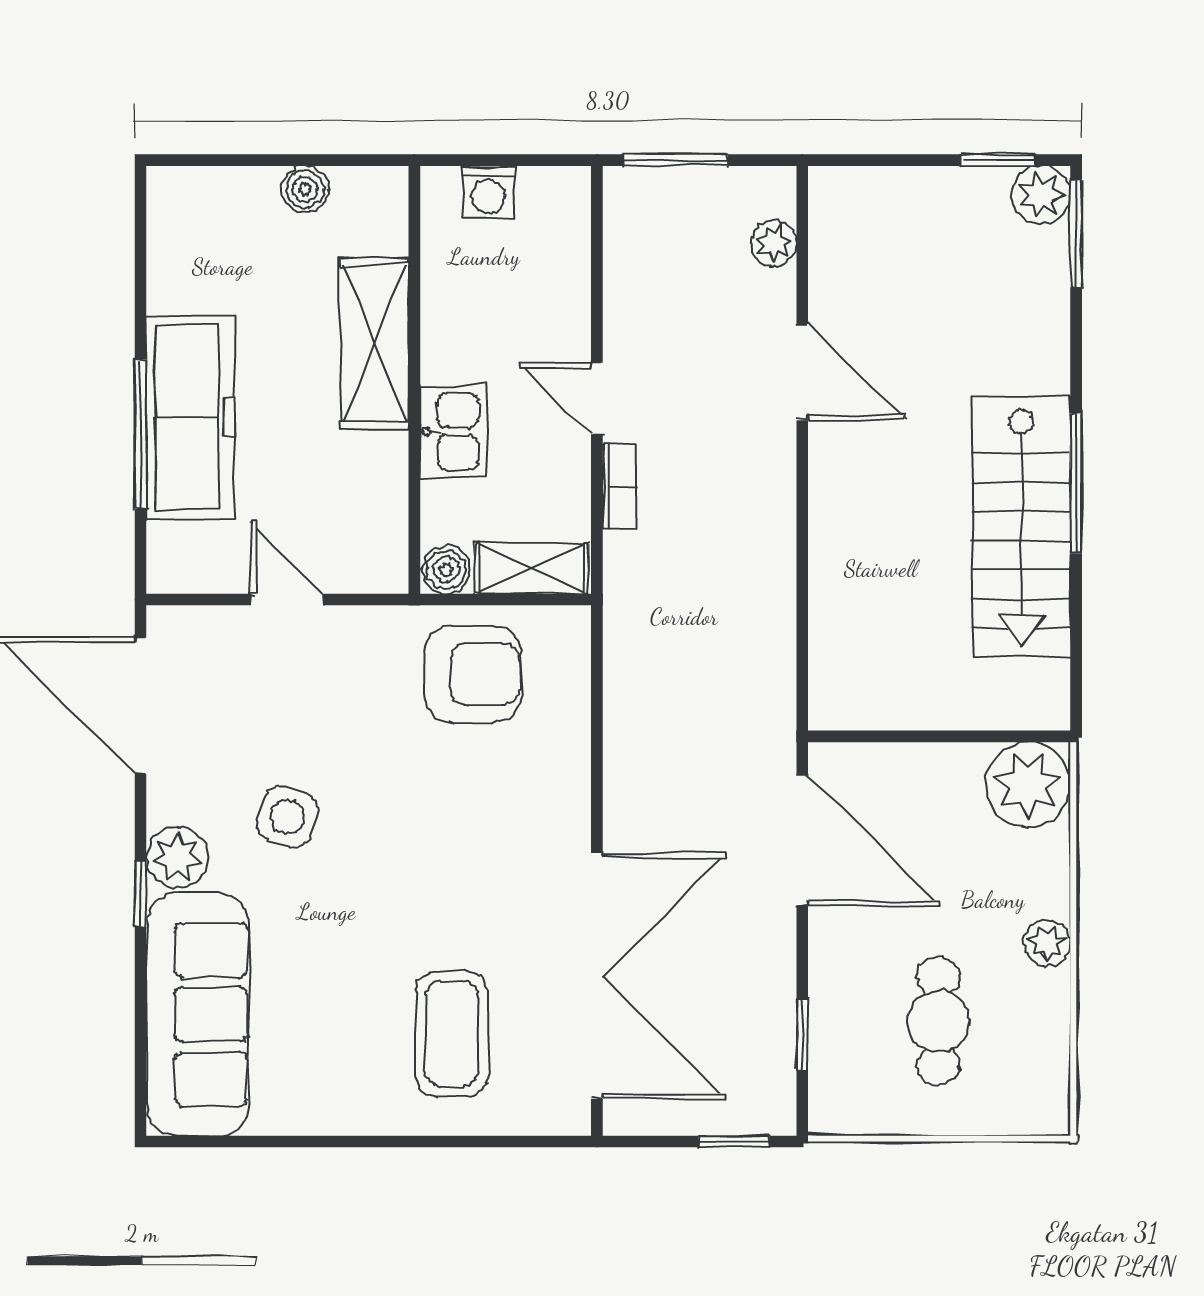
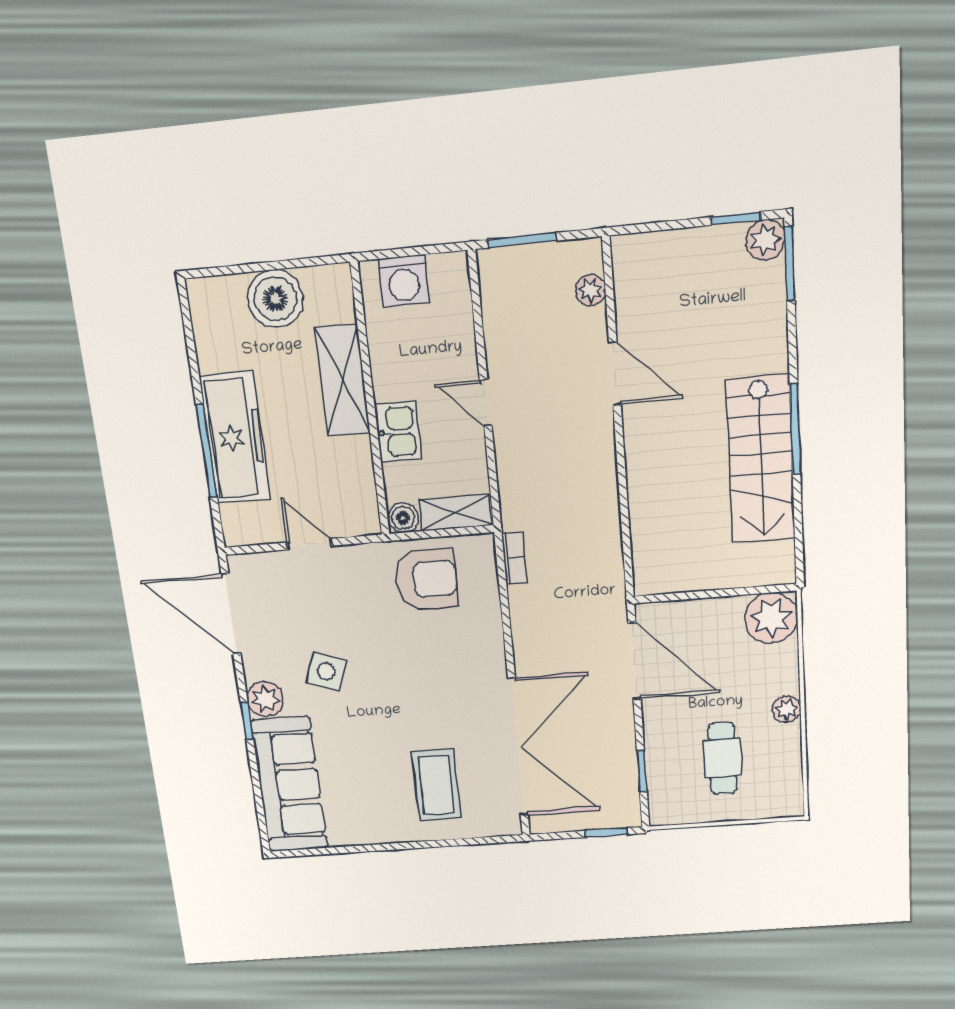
boiler: (305, 189) -> (275, 299), width x1.86, depth x1.86
washing machine: (488, 192) -> (404, 281), width x1.38, depth x1.38
bookcase: (620, 486) -> (514, 558), moved

